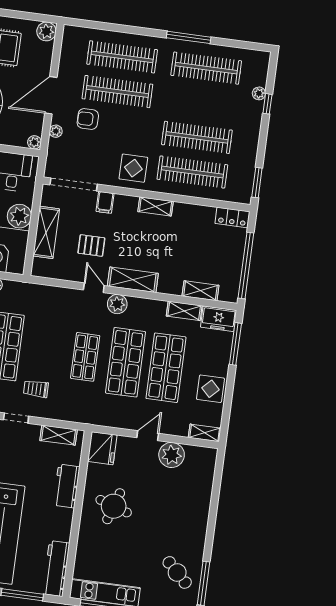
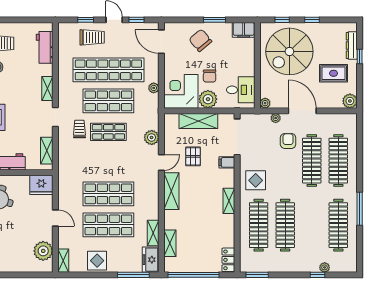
plant: (117, 304) -> (152, 137), moved
shop shelf: (85, 357) -> (108, 132), moved
plant: (172, 455) -> (43, 251), moved

